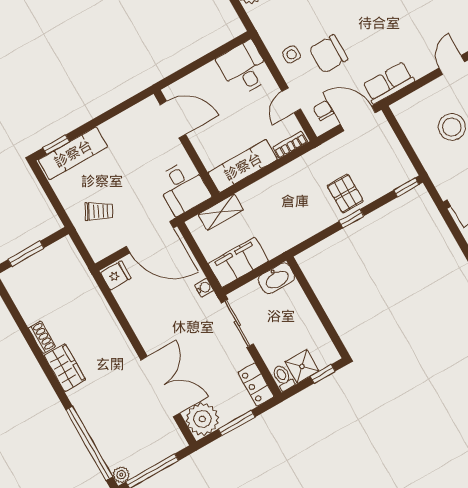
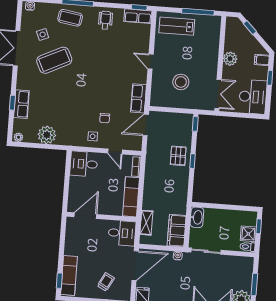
chair: (328, 54) -> (105, 118), width x0.54, depth x0.54
chair: (323, 111) -> (131, 139), removed
pallet: (345, 193) -> (178, 156), turned 90
locker: (256, 384) -> (242, 262), removed

